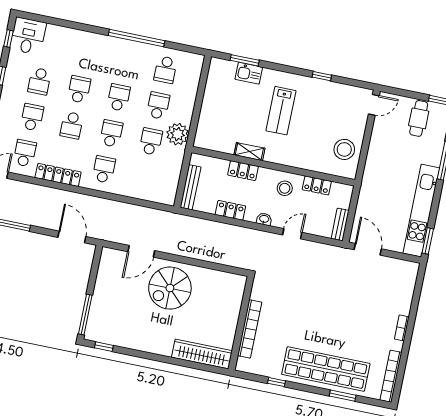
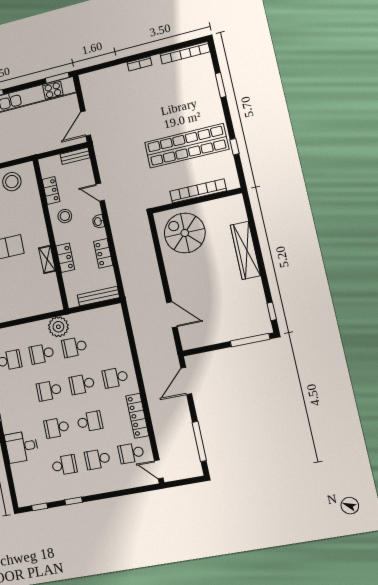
desk: (28, 36) -> (22, 447), moved
spiral stairs: (170, 288) -> (185, 233), moved, turned 180
wardrobe: (202, 354) -> (245, 250), moved
shop shelf: (326, 369) -> (187, 146), moved, turned 90

